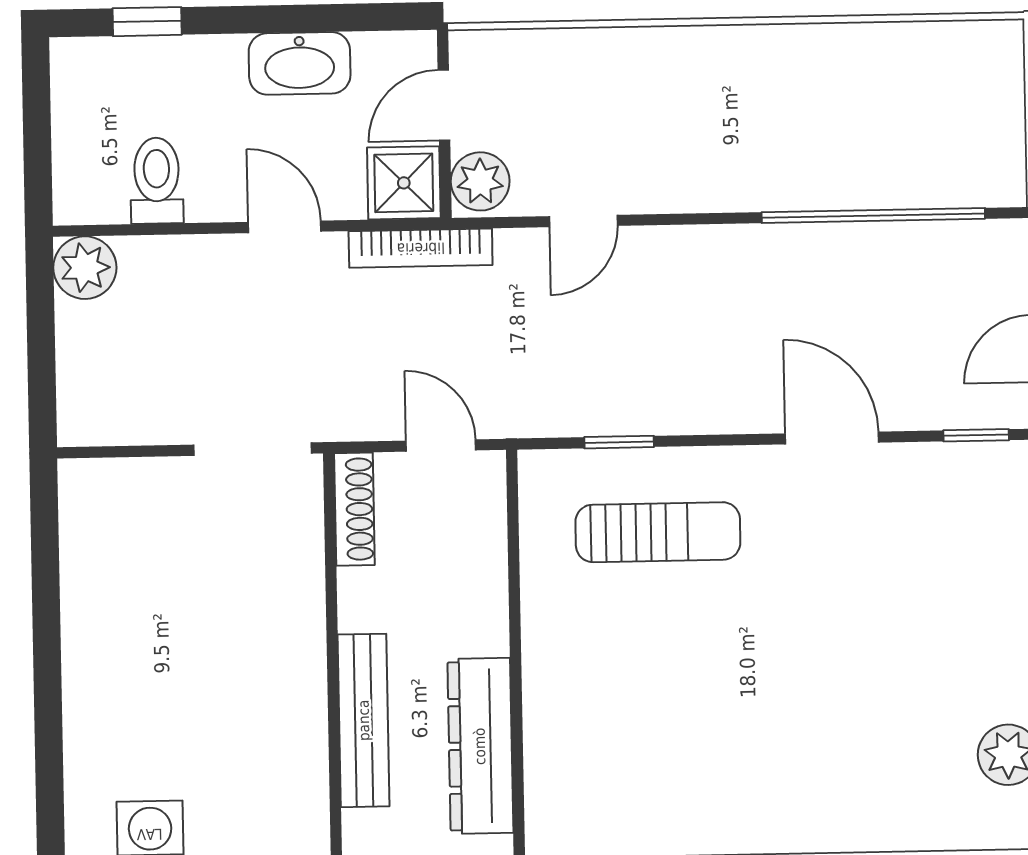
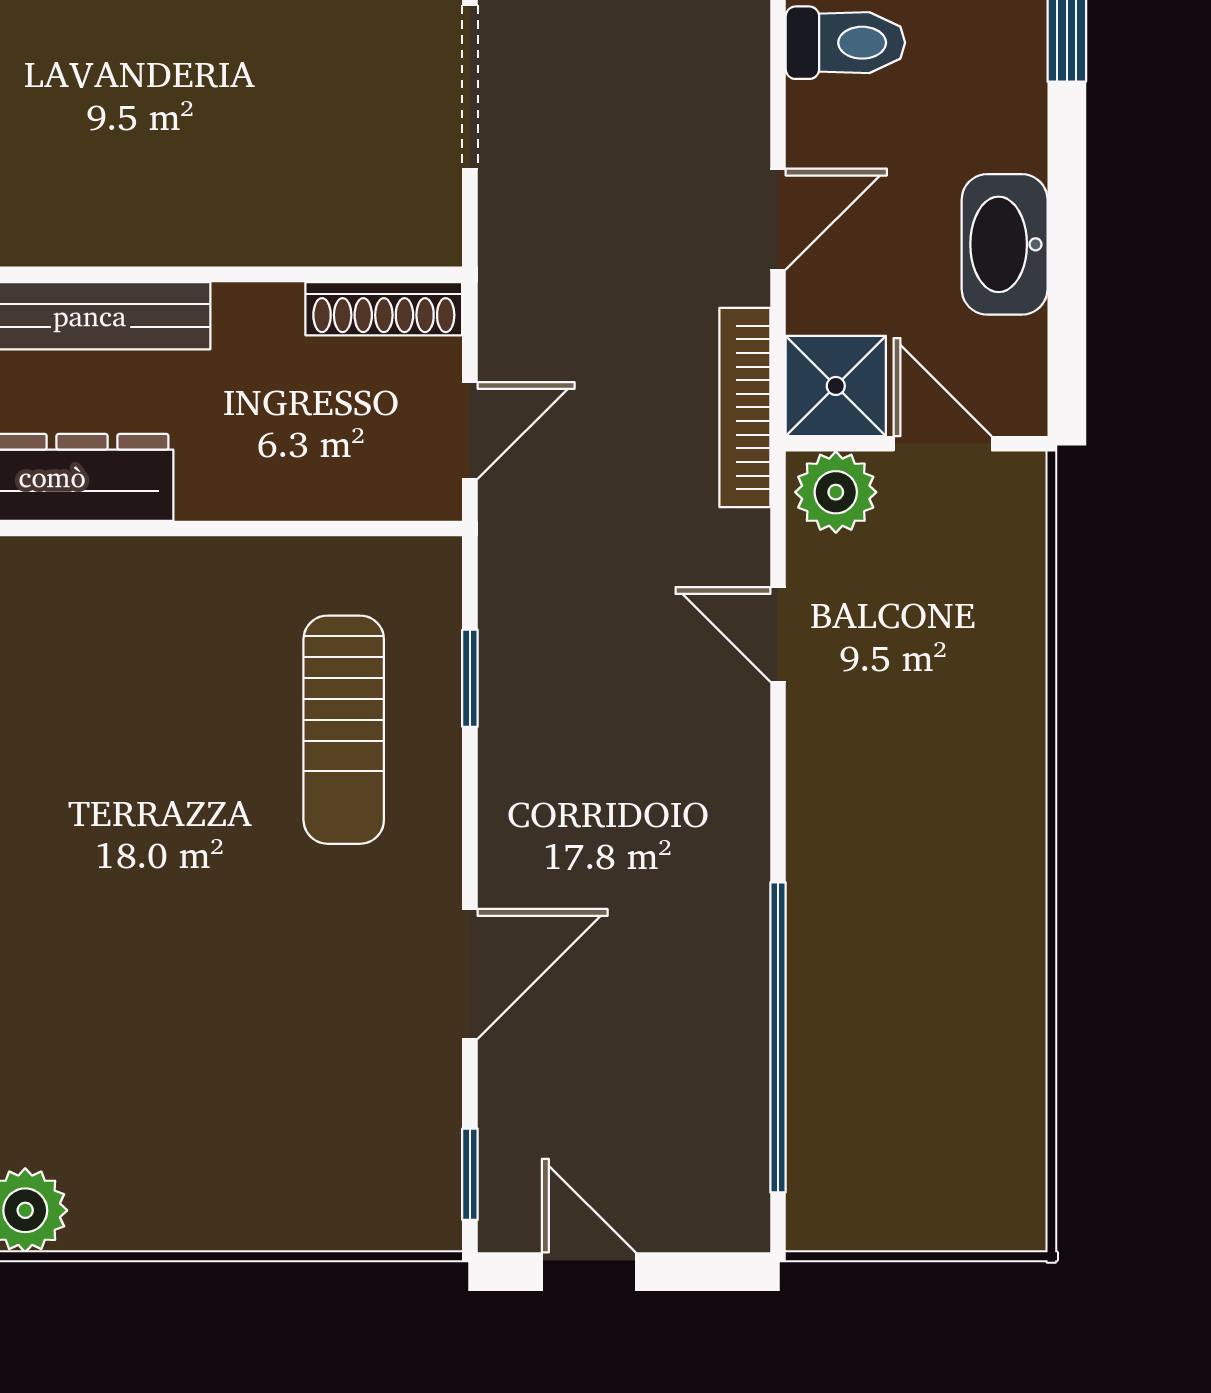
doorway: (252, 449) -> (470, 87), moved

